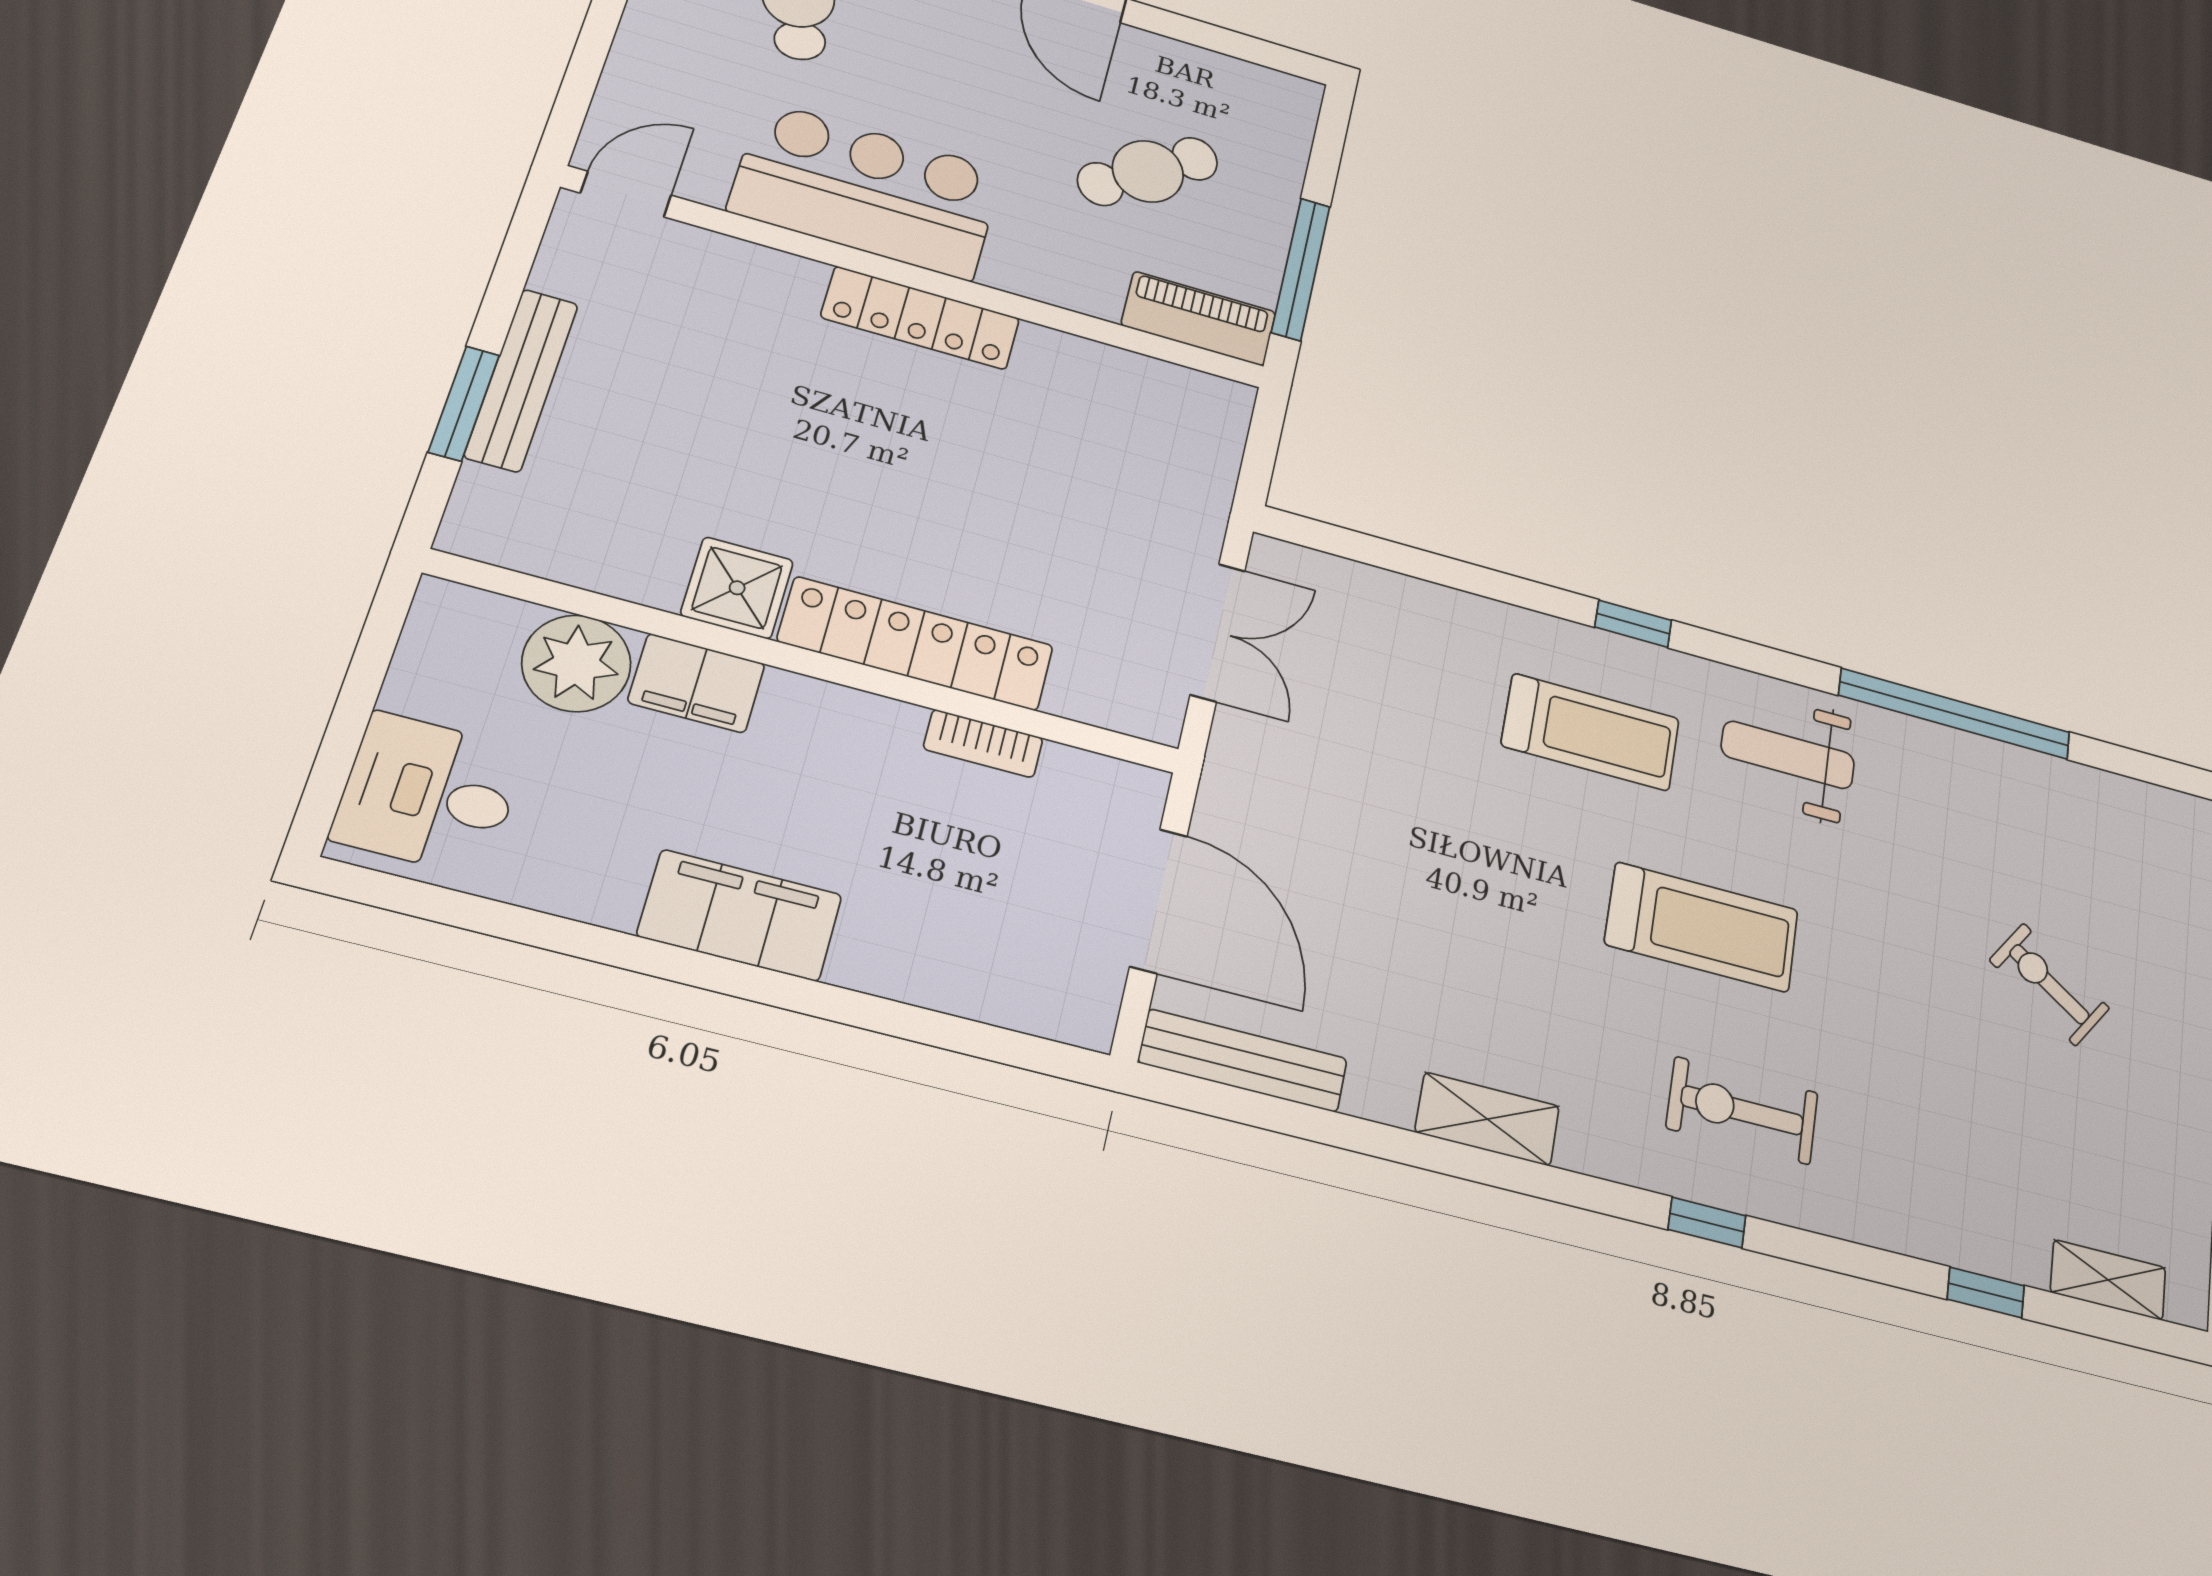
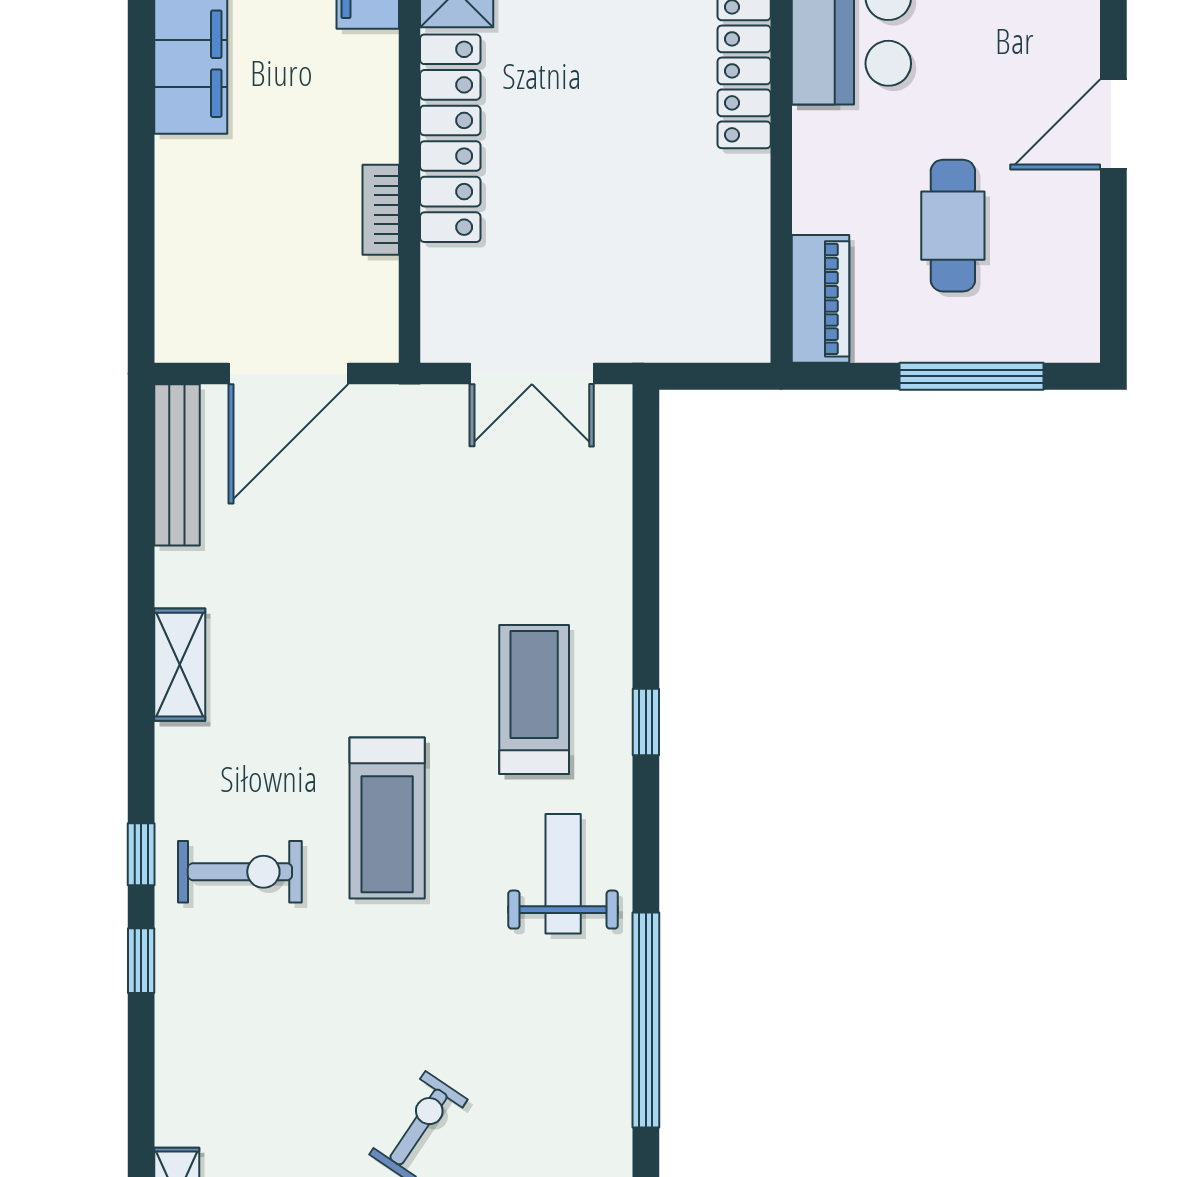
cafe table: (1148, 171) -> (953, 226), turned 36
window: (1301, 269) -> (972, 376), moved
treadmill: (1591, 732) -> (534, 699), turned 180
exercise bike: (1742, 1110) -> (240, 872), turned 90
window: (1986, 1292) -> (141, 961), moved

